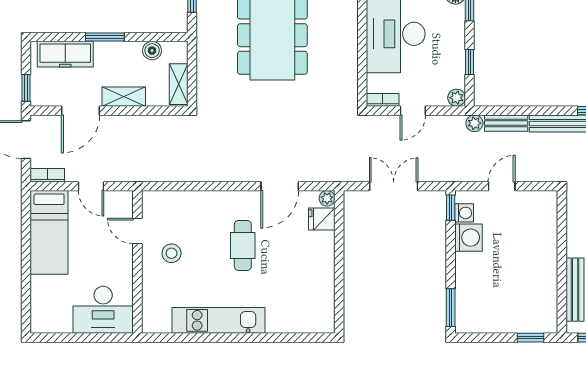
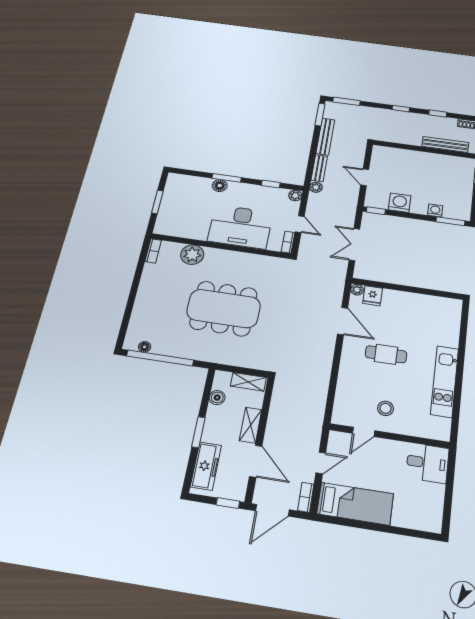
washing machine: (464, 213) -> (435, 210), moved
desk: (103, 310) -> (427, 463), width x0.73

